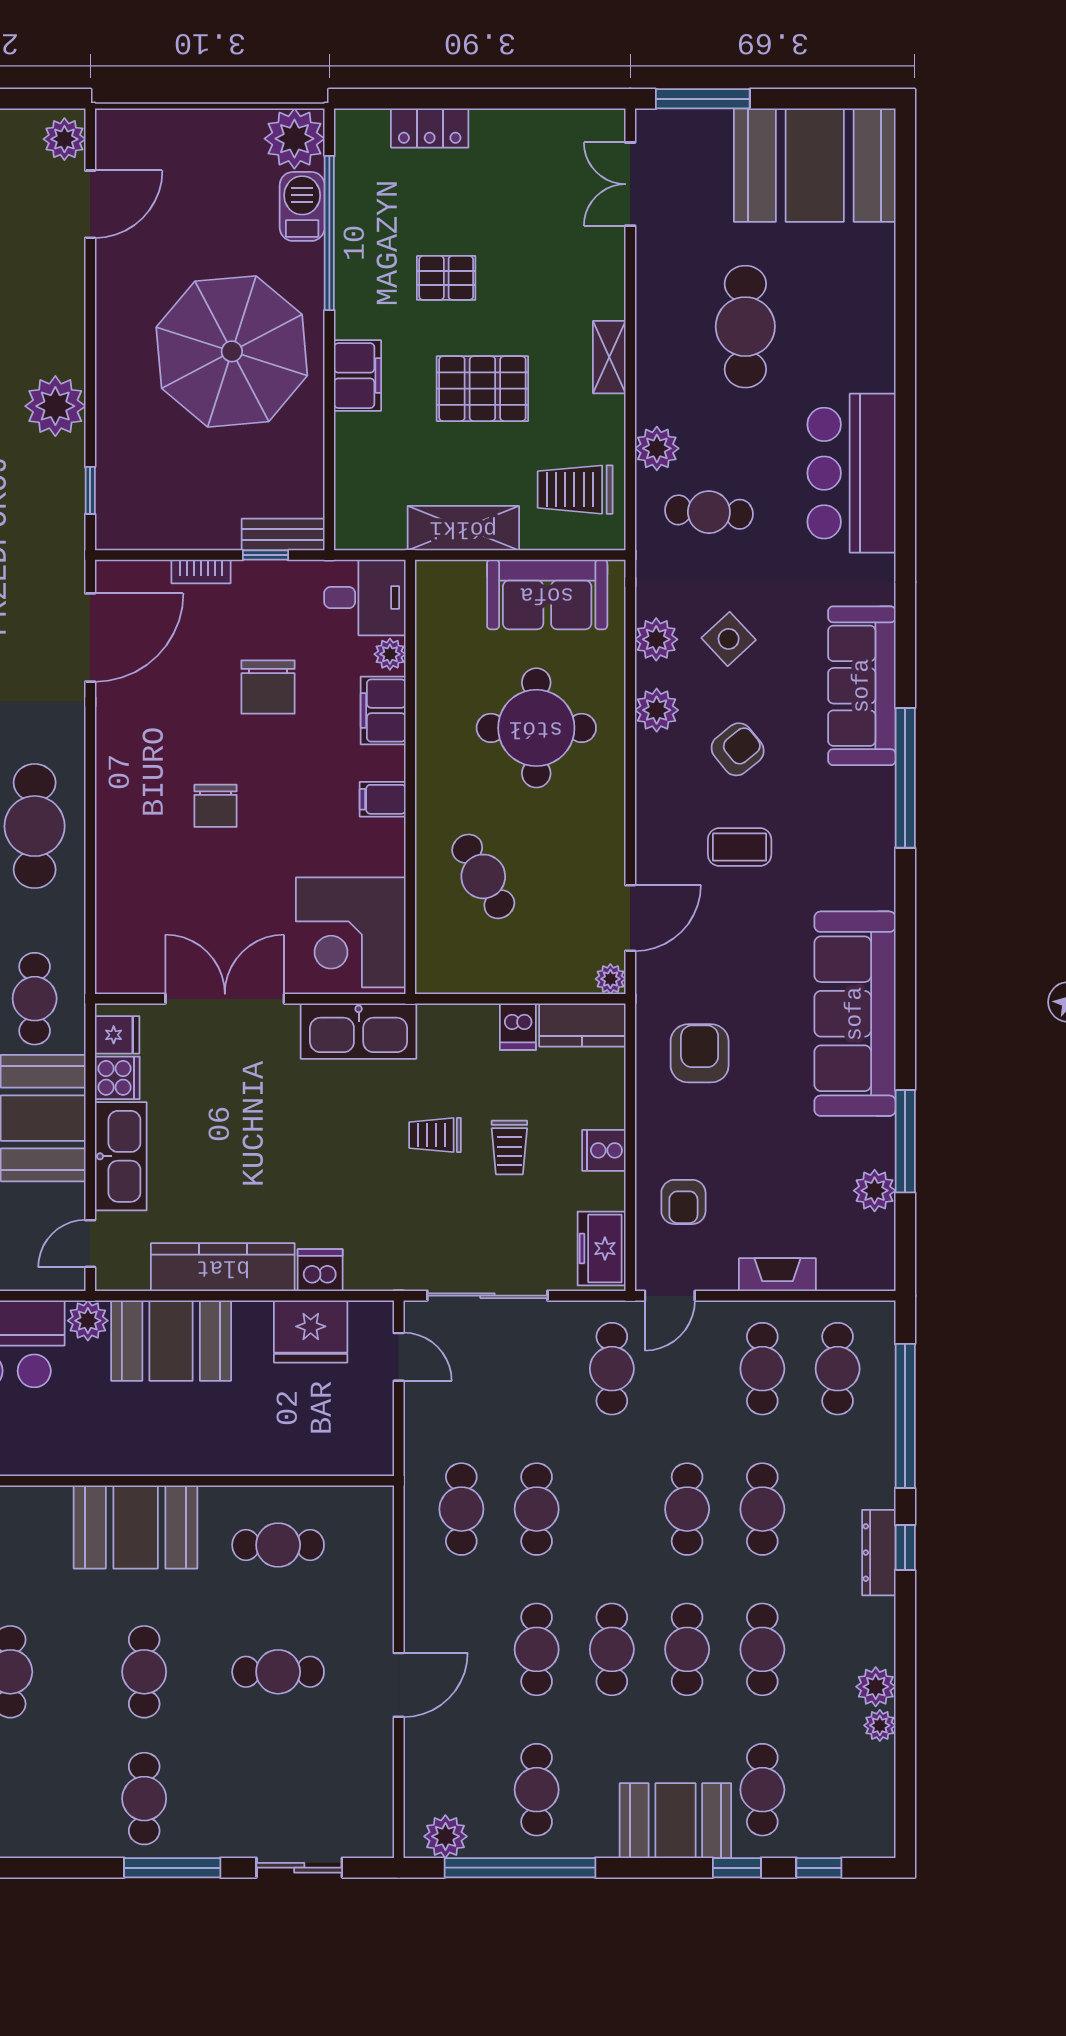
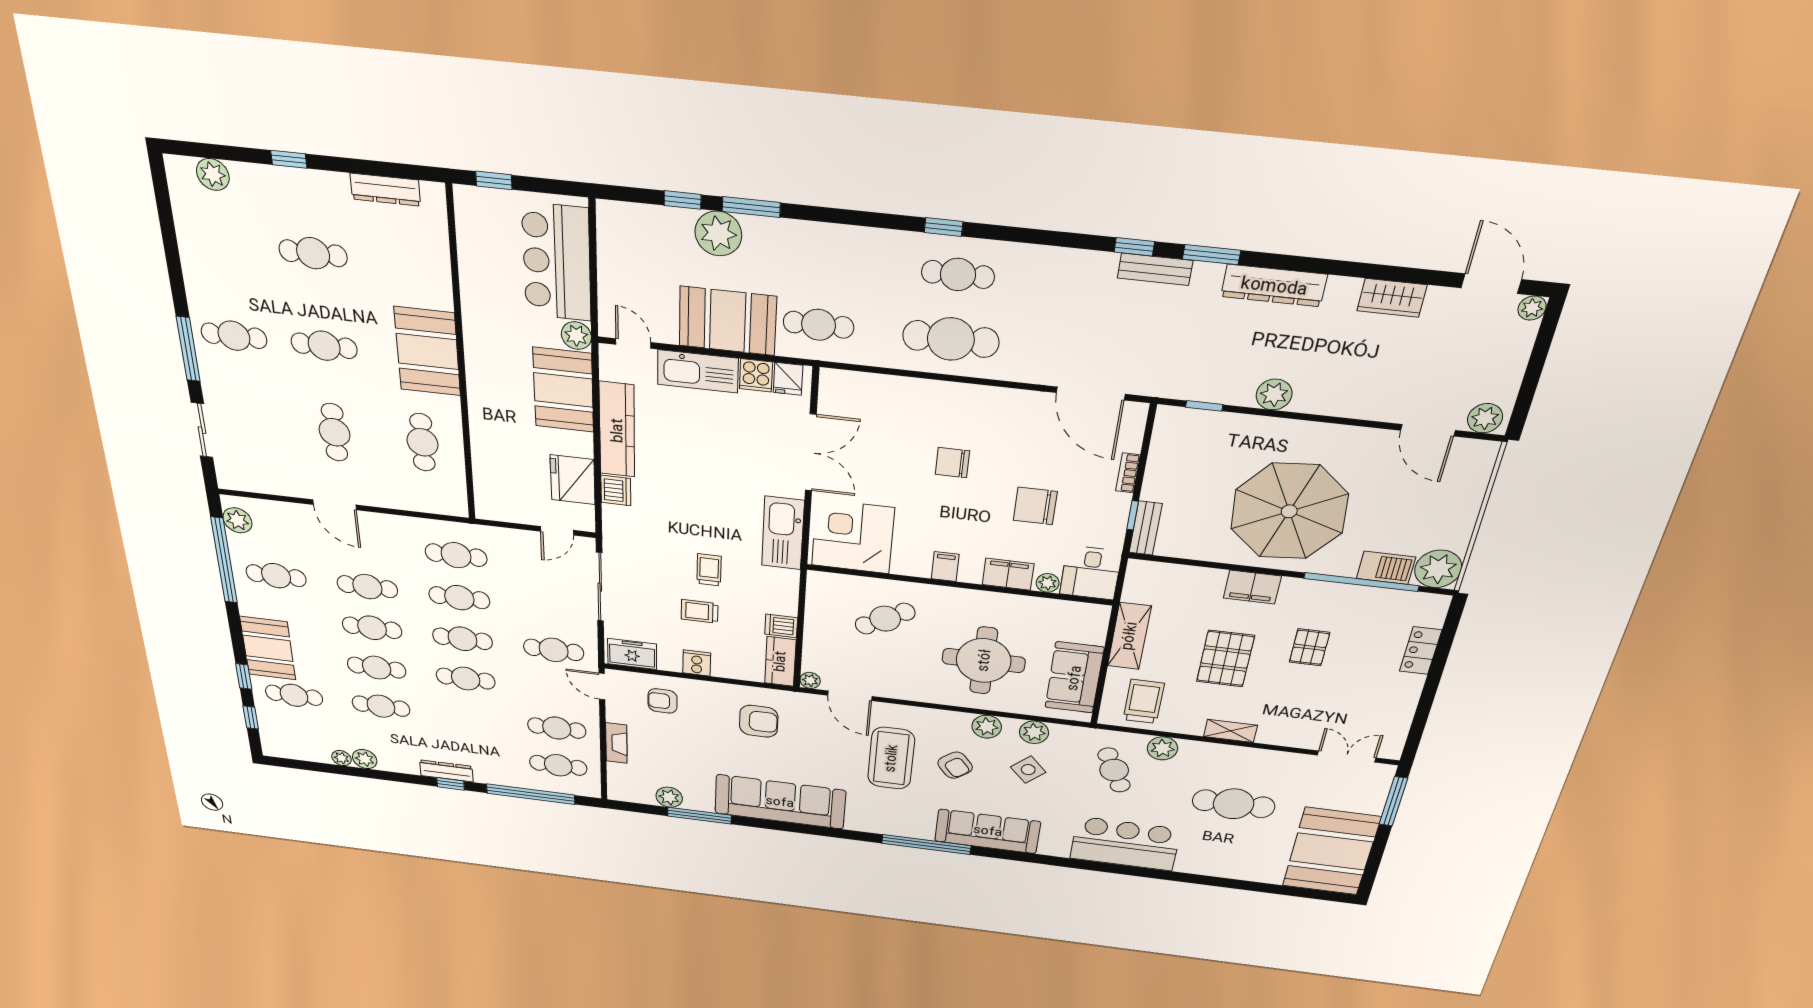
plant: (55, 406) -> (1274, 395), width x0.73, depth x0.73
cafe table: (709, 512) -> (1114, 770), turned -30
coffee table: (740, 847) -> (891, 758), width x1.86, depth x1.72
cafe table: (762, 1509) -> (463, 639), moved

